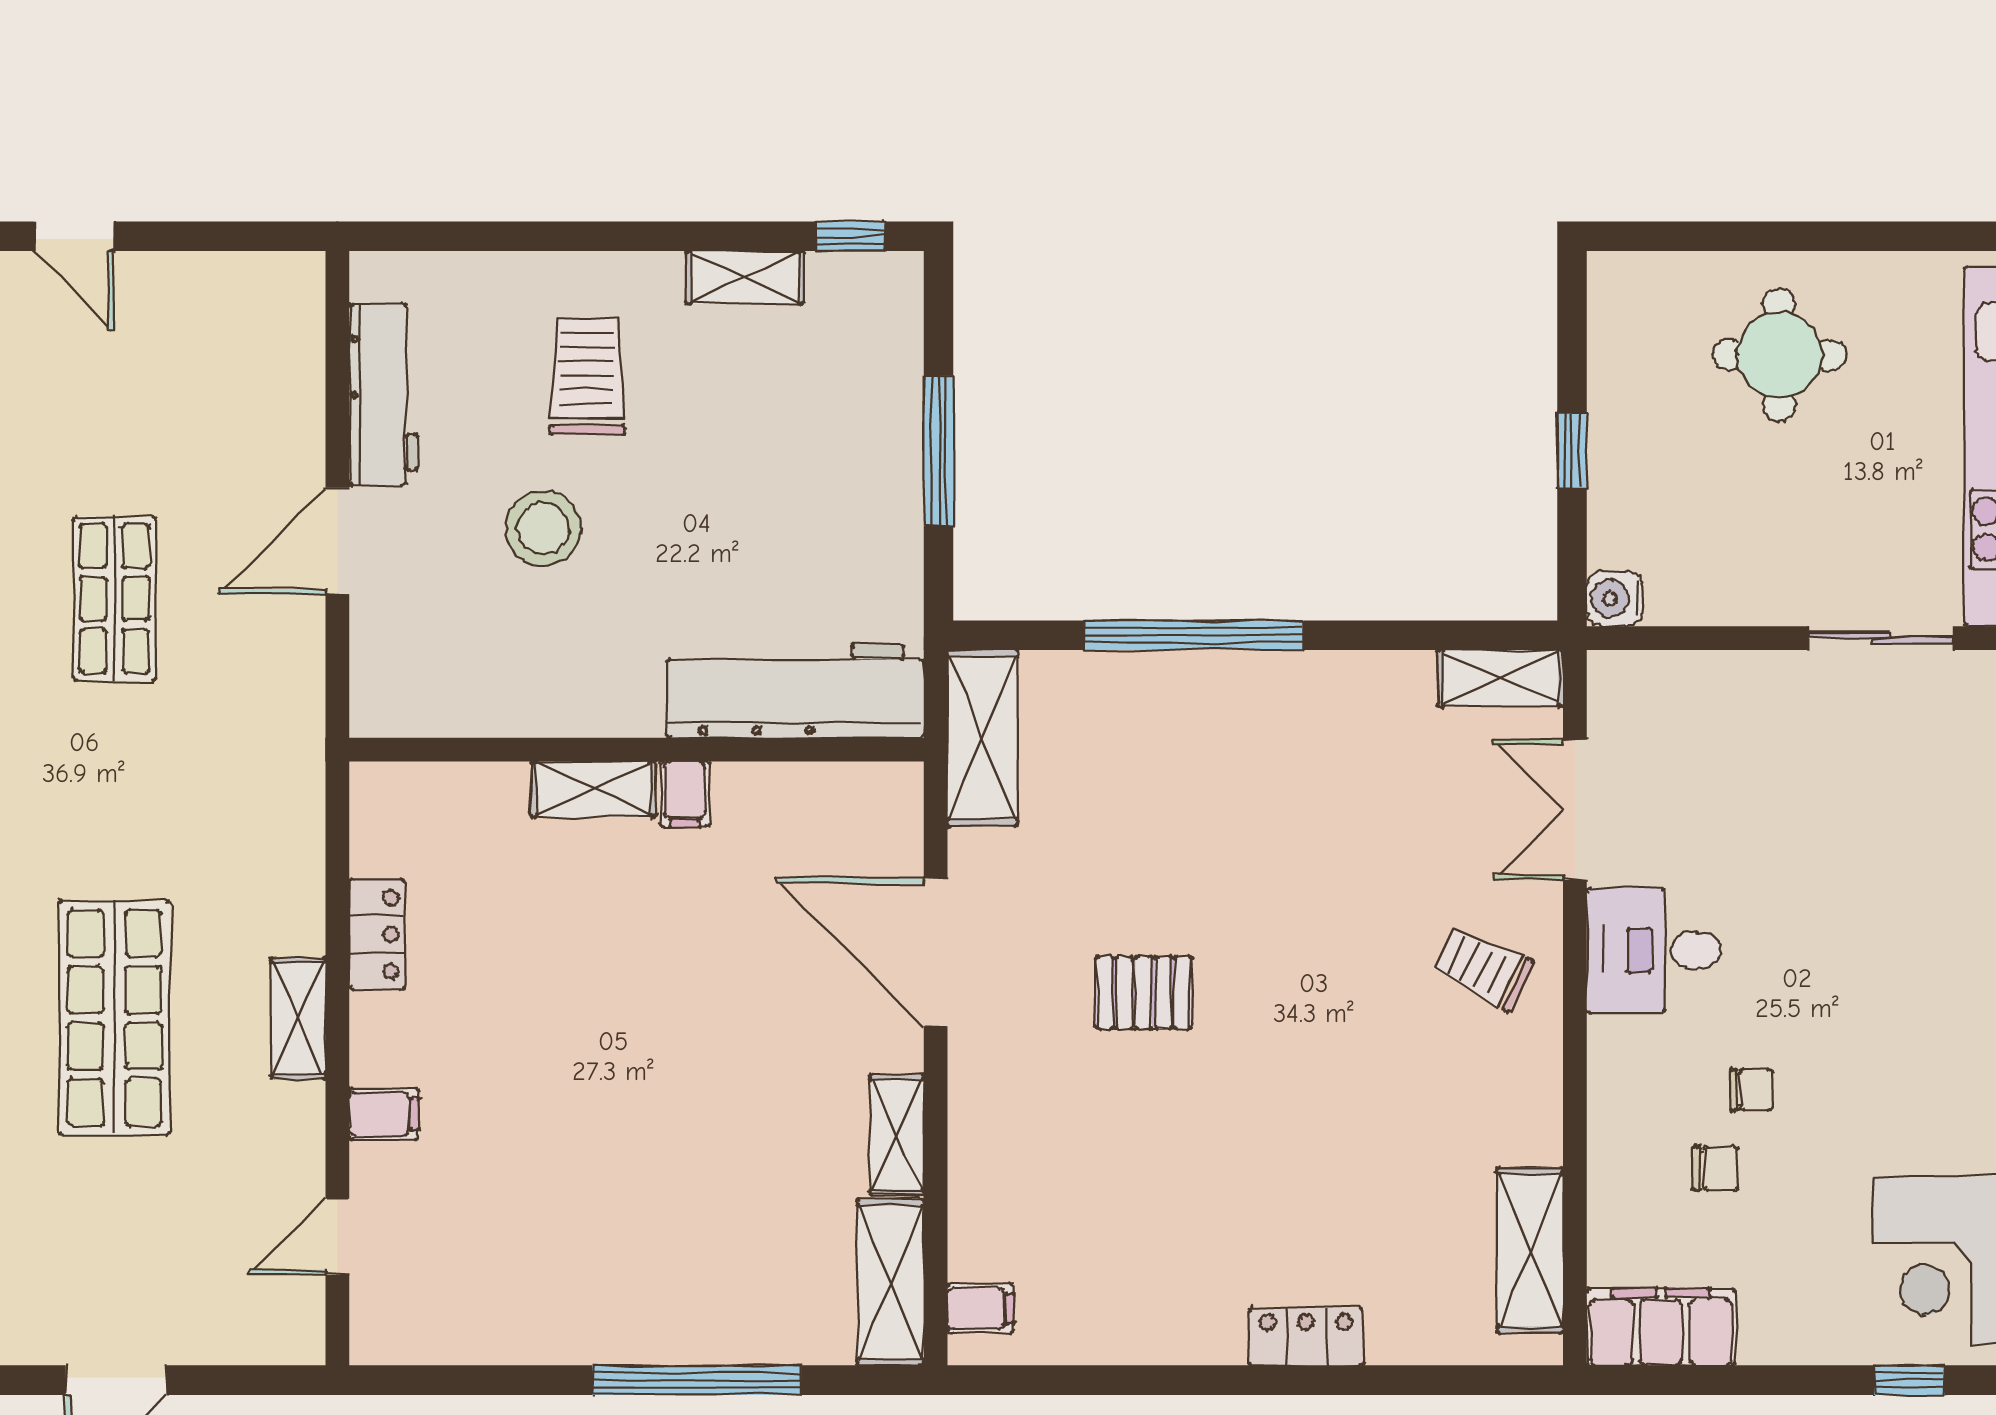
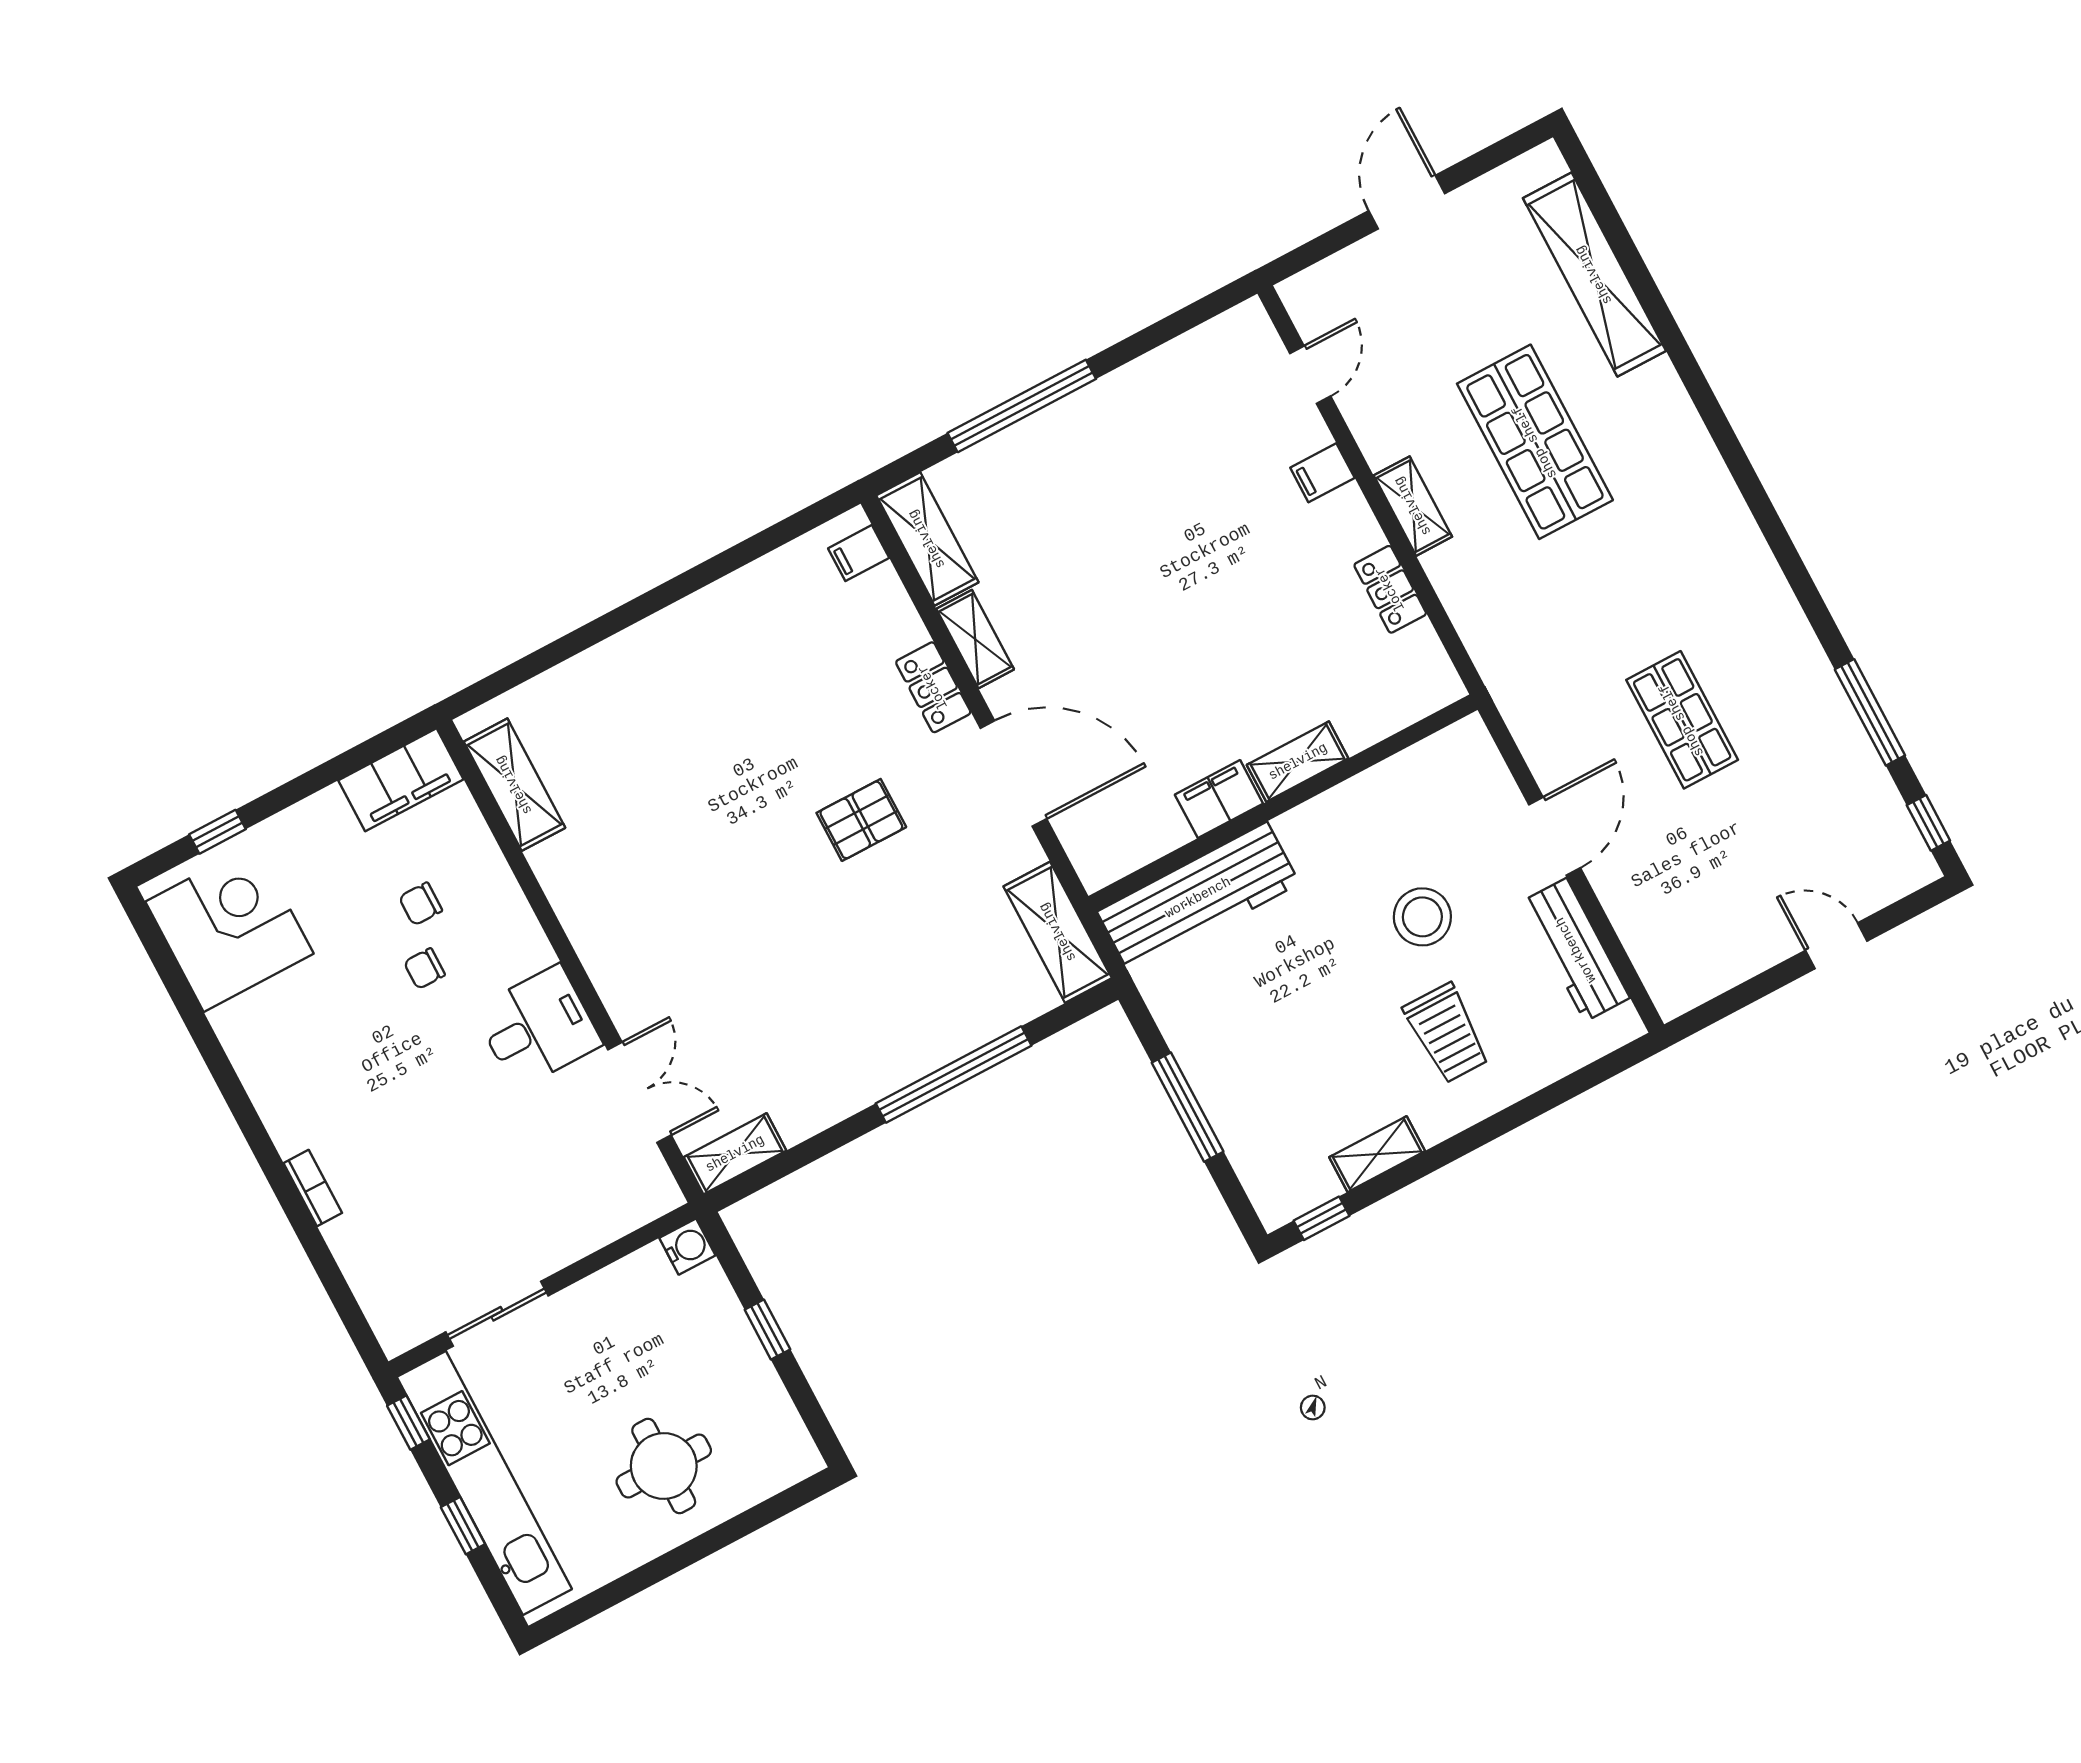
filing cabinet: (685, 794) -> (1219, 799), width x2.00
trolley: (1482, 968) -> (646, 955), removed
locker: (1306, 1336) -> (933, 687), moved, turned 90

